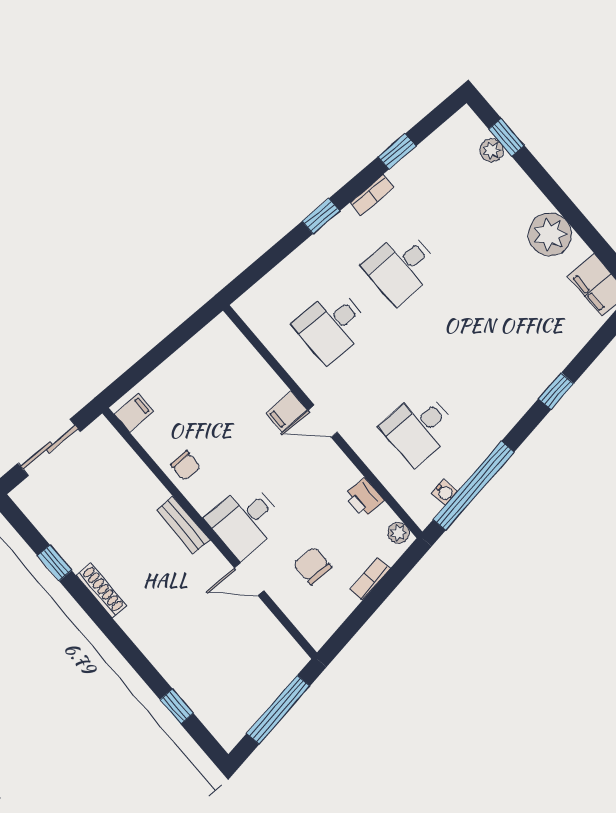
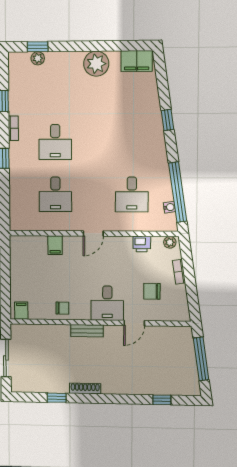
filing cabinet: (287, 411) -> (55, 245), moved

